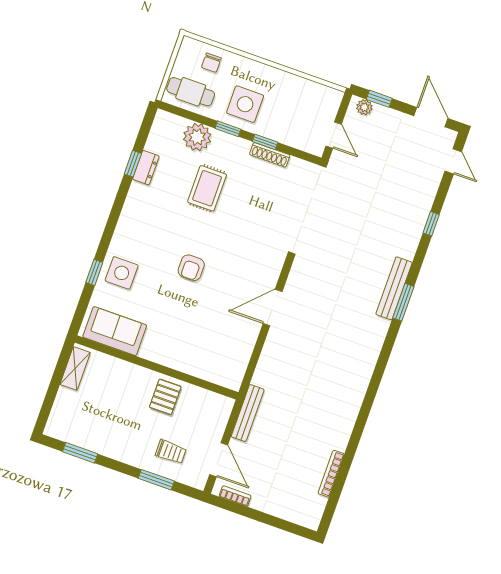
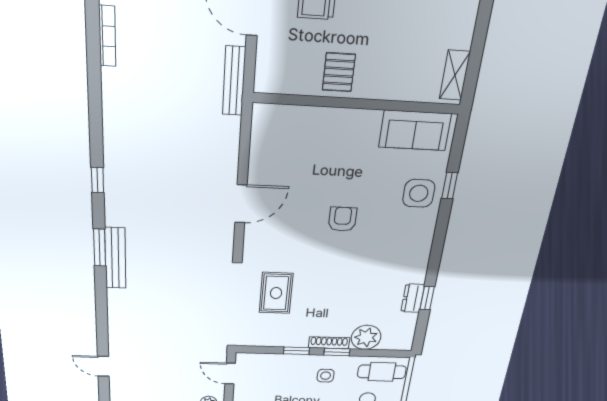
side table: (245, 104) -> (326, 376), width x0.54, depth x0.54
shoe rack: (270, 155) -> (329, 343), moved
door: (453, 161) -> (103, 366), moved
rug: (207, 188) -> (276, 293), moved
window: (431, 224) -> (97, 180), moved

